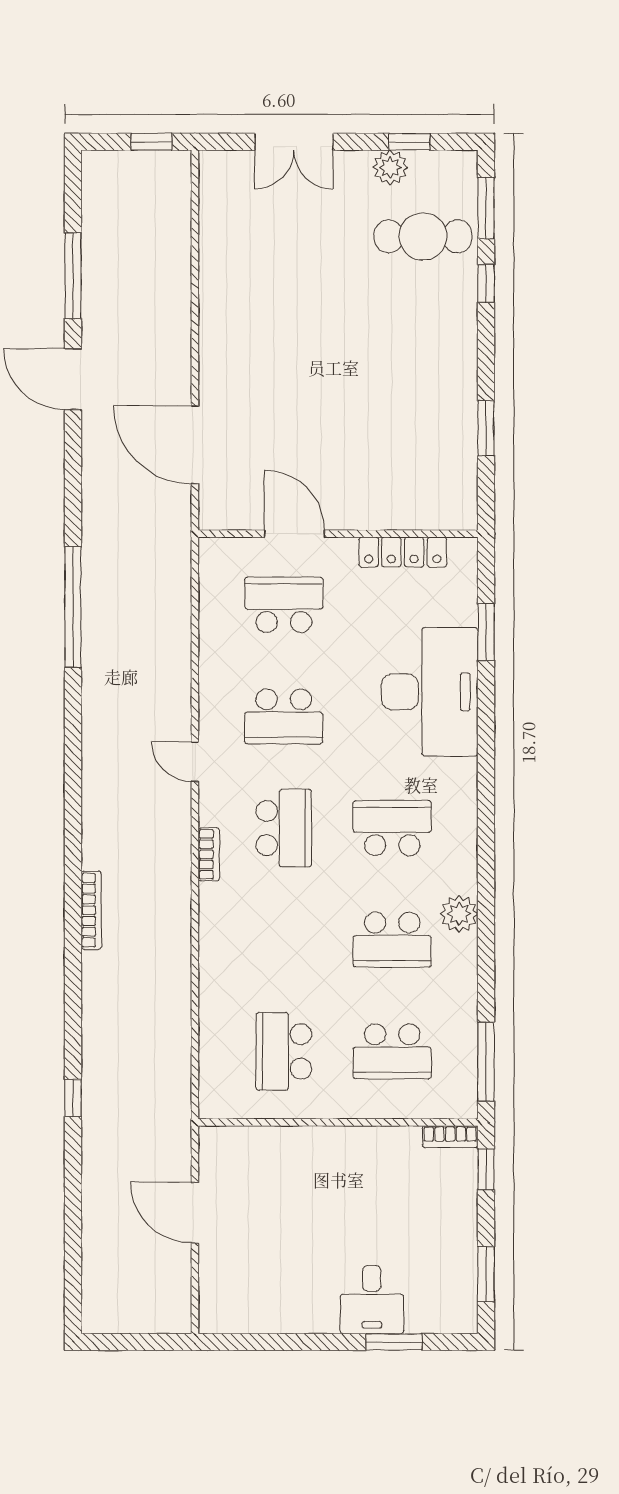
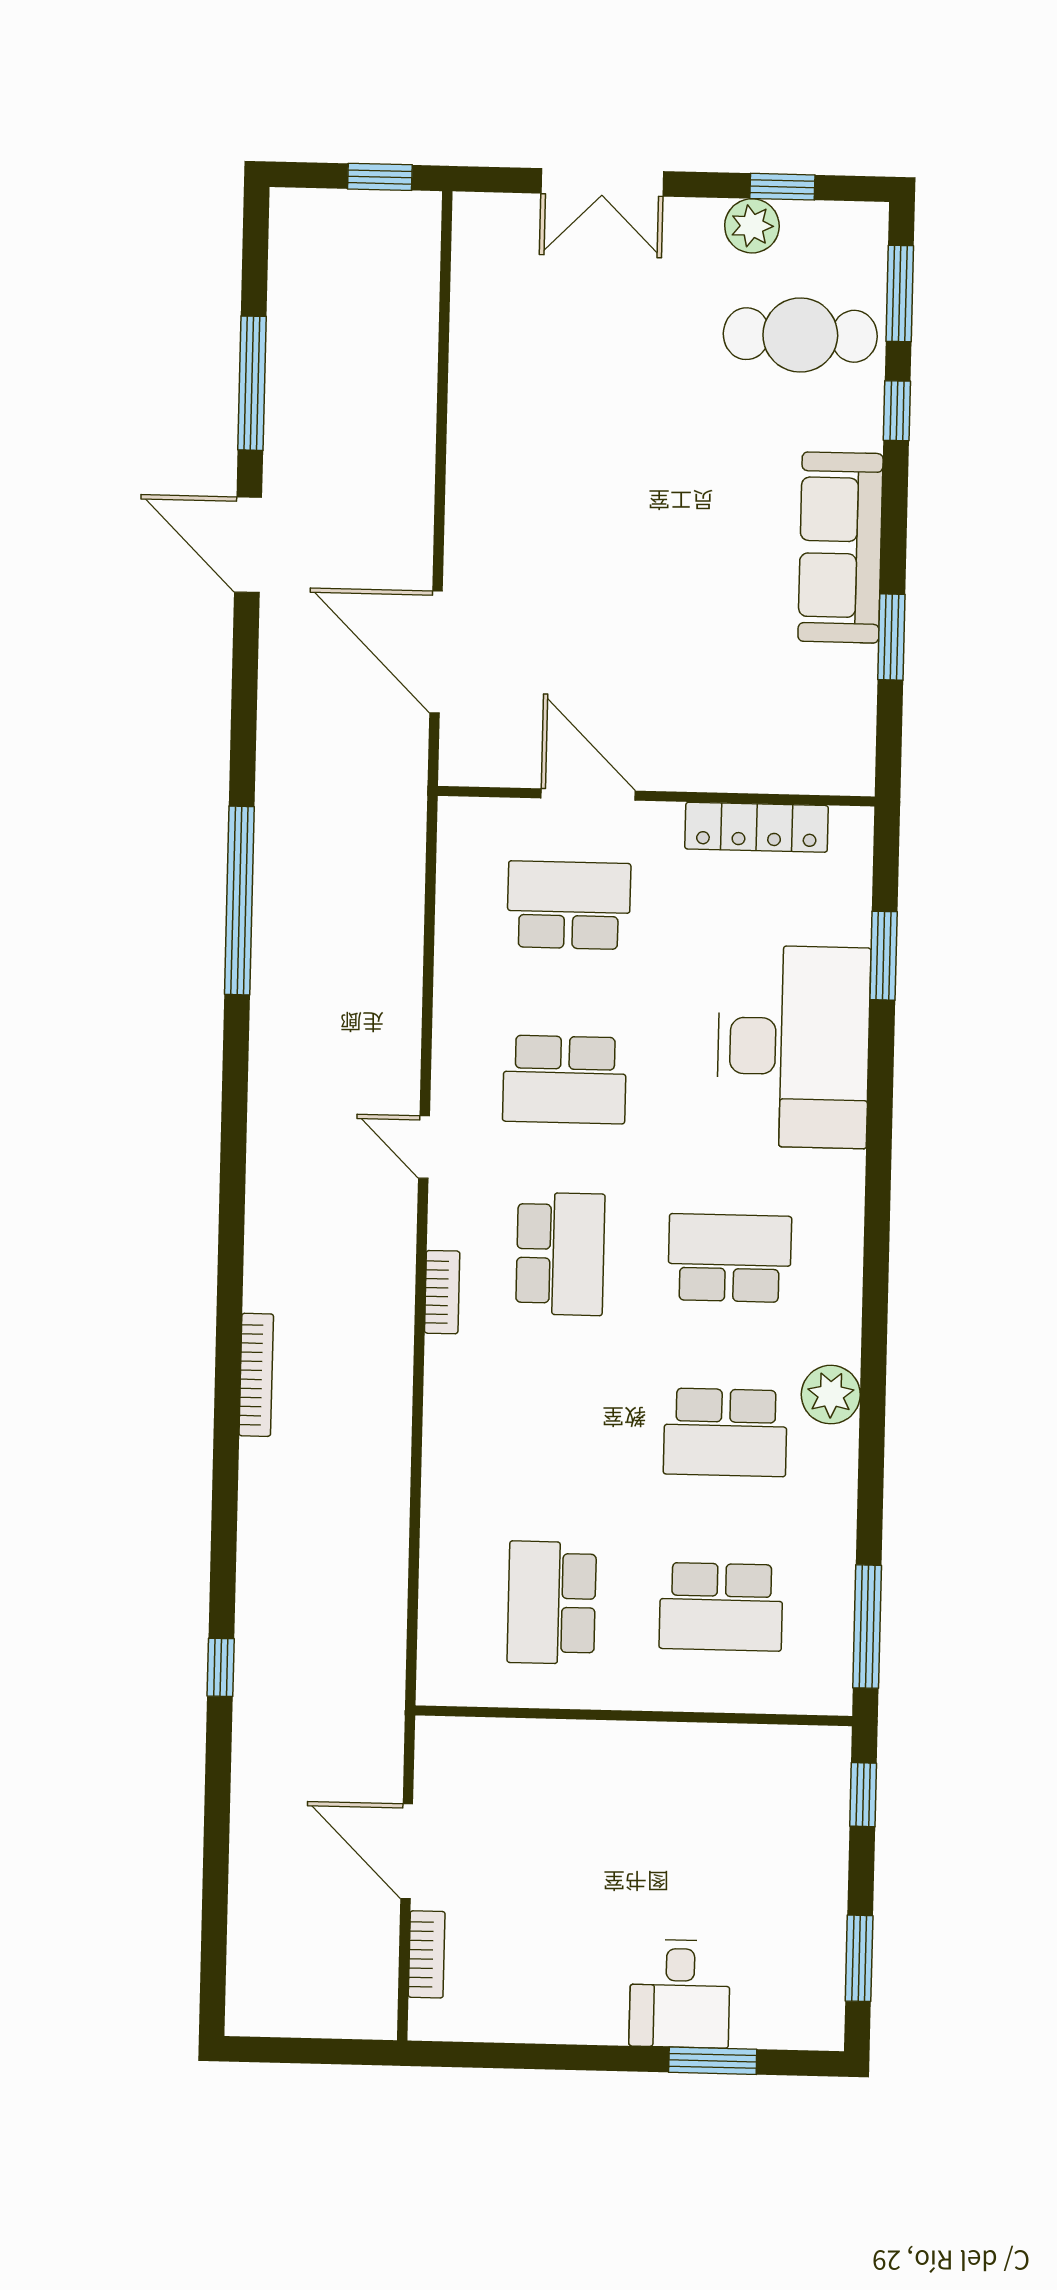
sofa: (452, 372) -> (841, 547), added
bookcase: (450, 1137) -> (427, 1954), moved, turned -90

